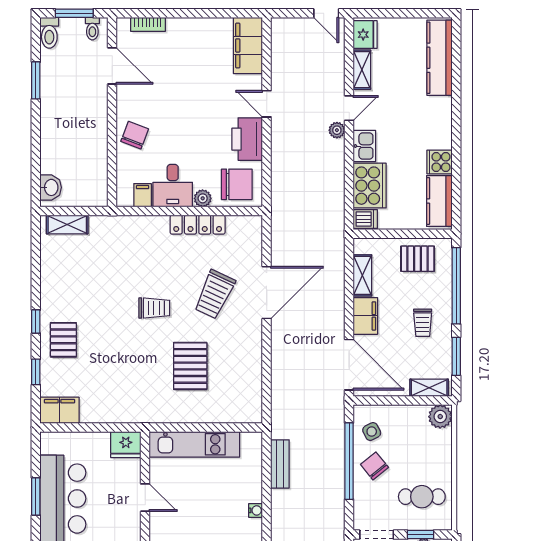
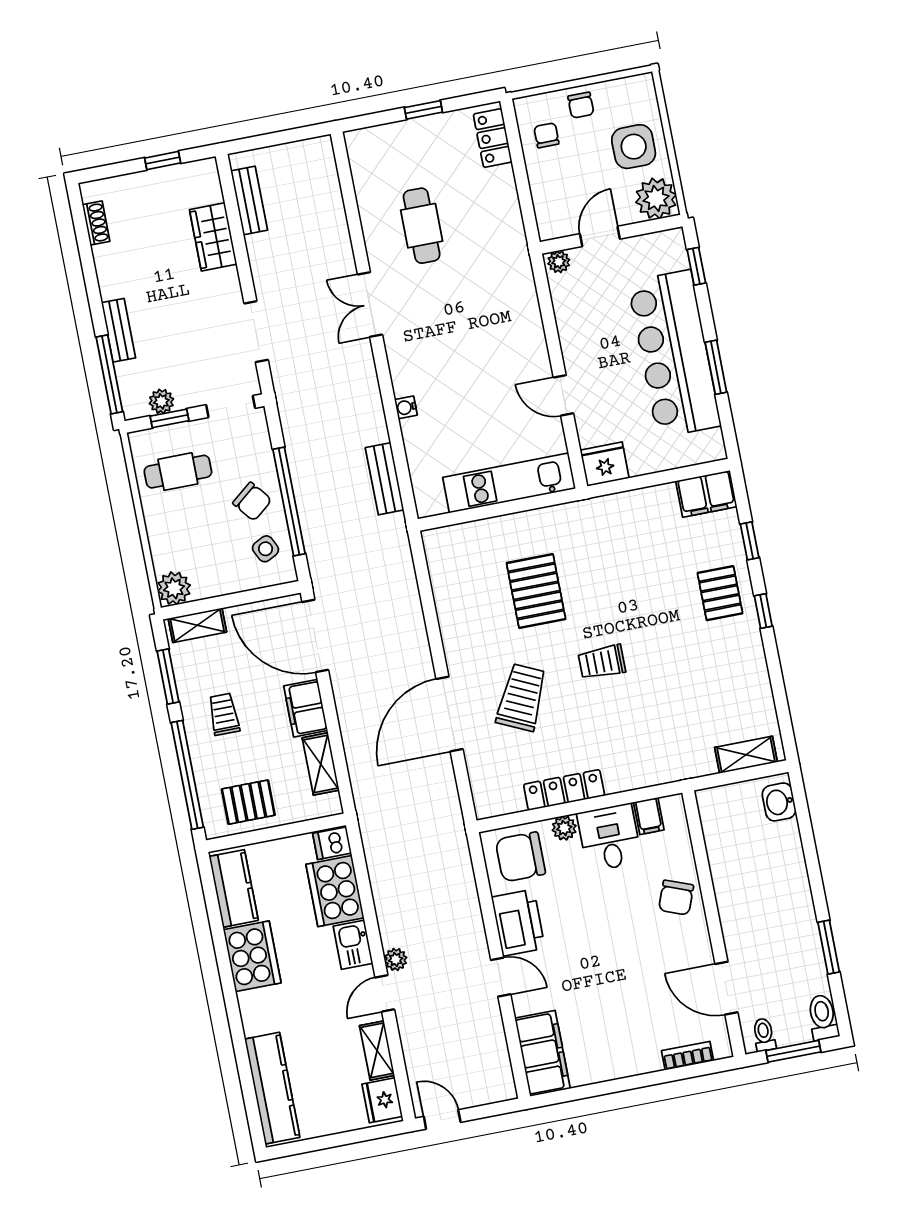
cooker: (439, 162) -> (252, 956), width x1.87, depth x1.31

